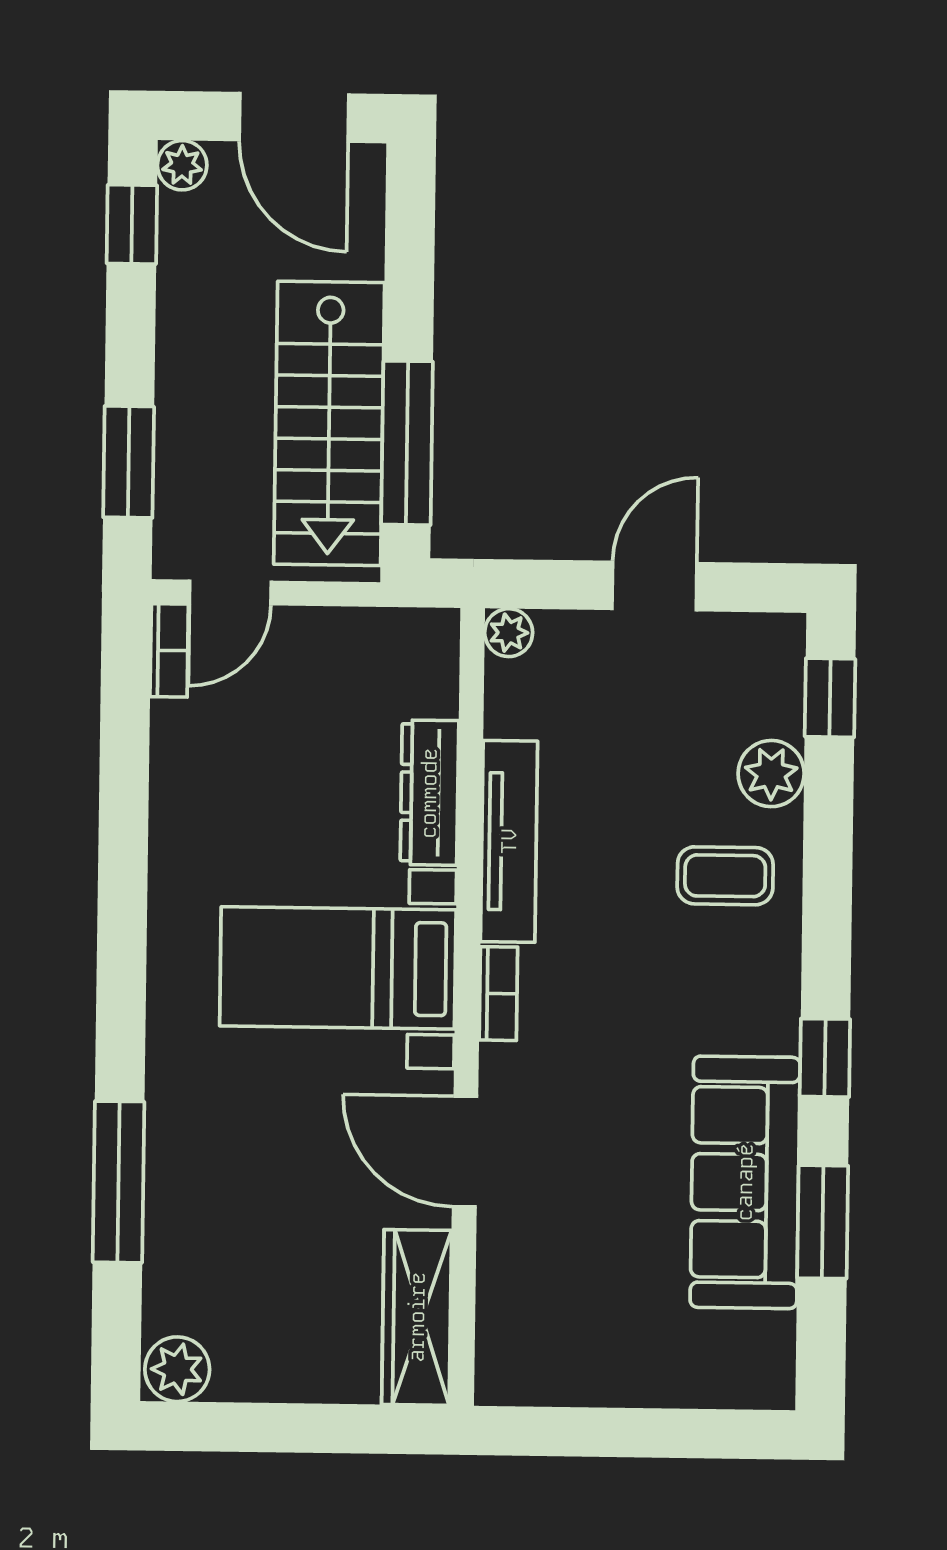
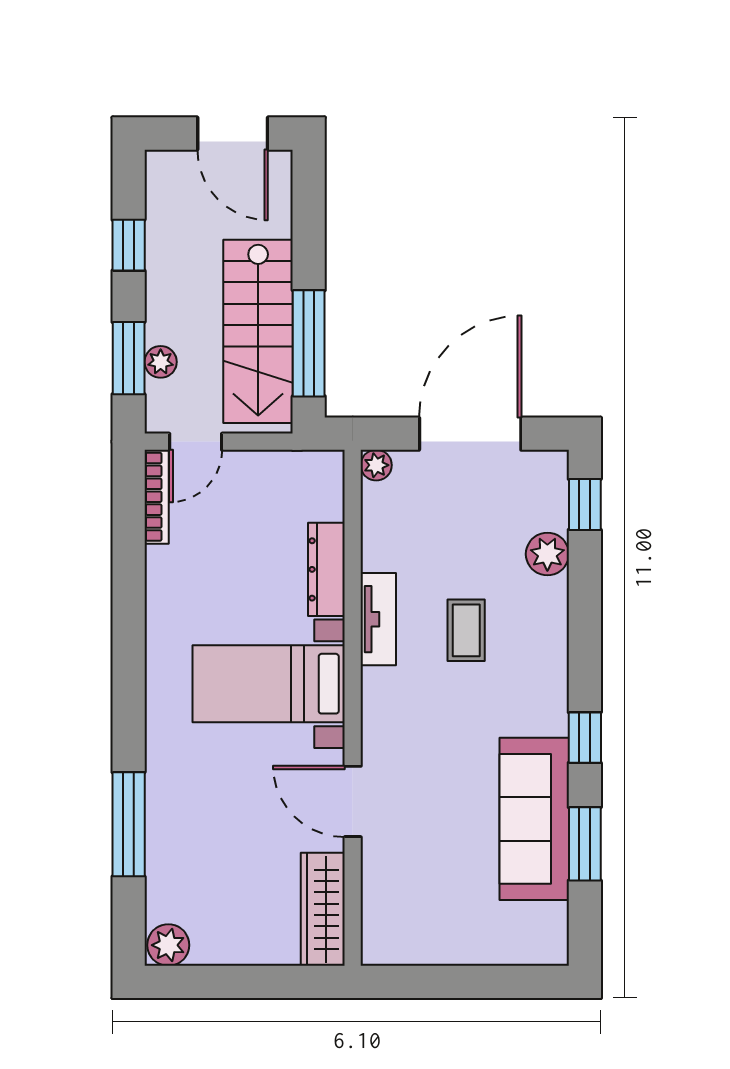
plant: (182, 165) -> (161, 362), moved
window: (132, 224) -> (129, 245), moved
door: (654, 586) -> (470, 434), width x1.88
bookcase: (169, 650) -> (157, 497), width x1.56
tv unit: (509, 841) -> (378, 619), width x0.71
coffee table: (725, 876) -> (466, 630), moved, turned 90
bookcase: (498, 994) -> (373, 699), removed

